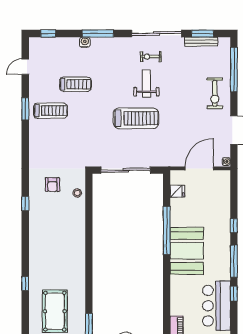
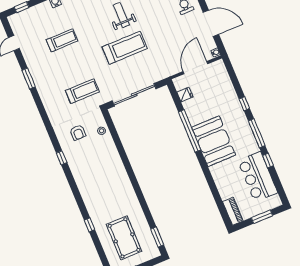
treadmill: (51, 111) -> (82, 91), moved

